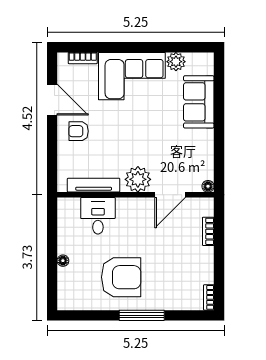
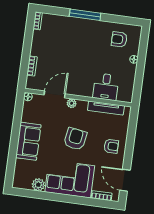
door: (52, 100) -> (125, 180), moved
sofa: (199, 102) -> (28, 141), moved
armchair: (132, 135) -> (75, 139), added
plant: (138, 179) -> (72, 103), width x0.53, depth x0.53
armchair: (121, 277) -> (119, 39), moved, width x0.53, depth x0.53

